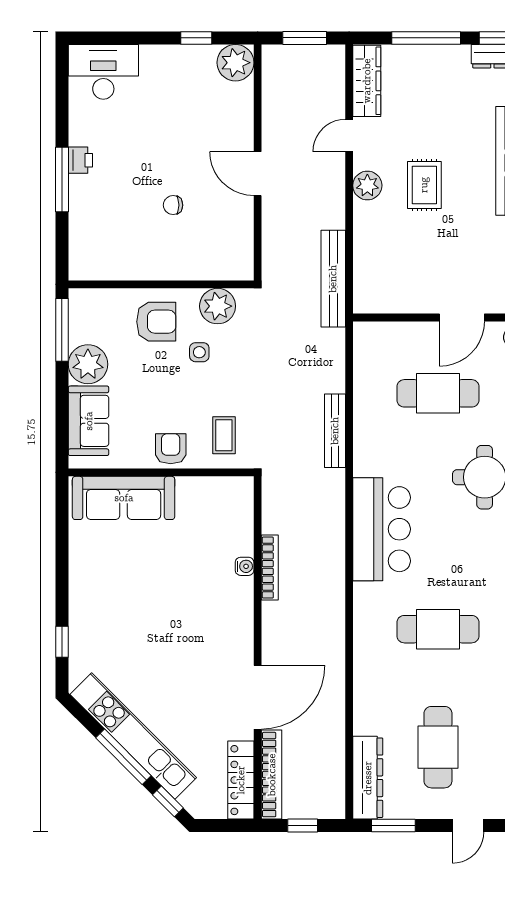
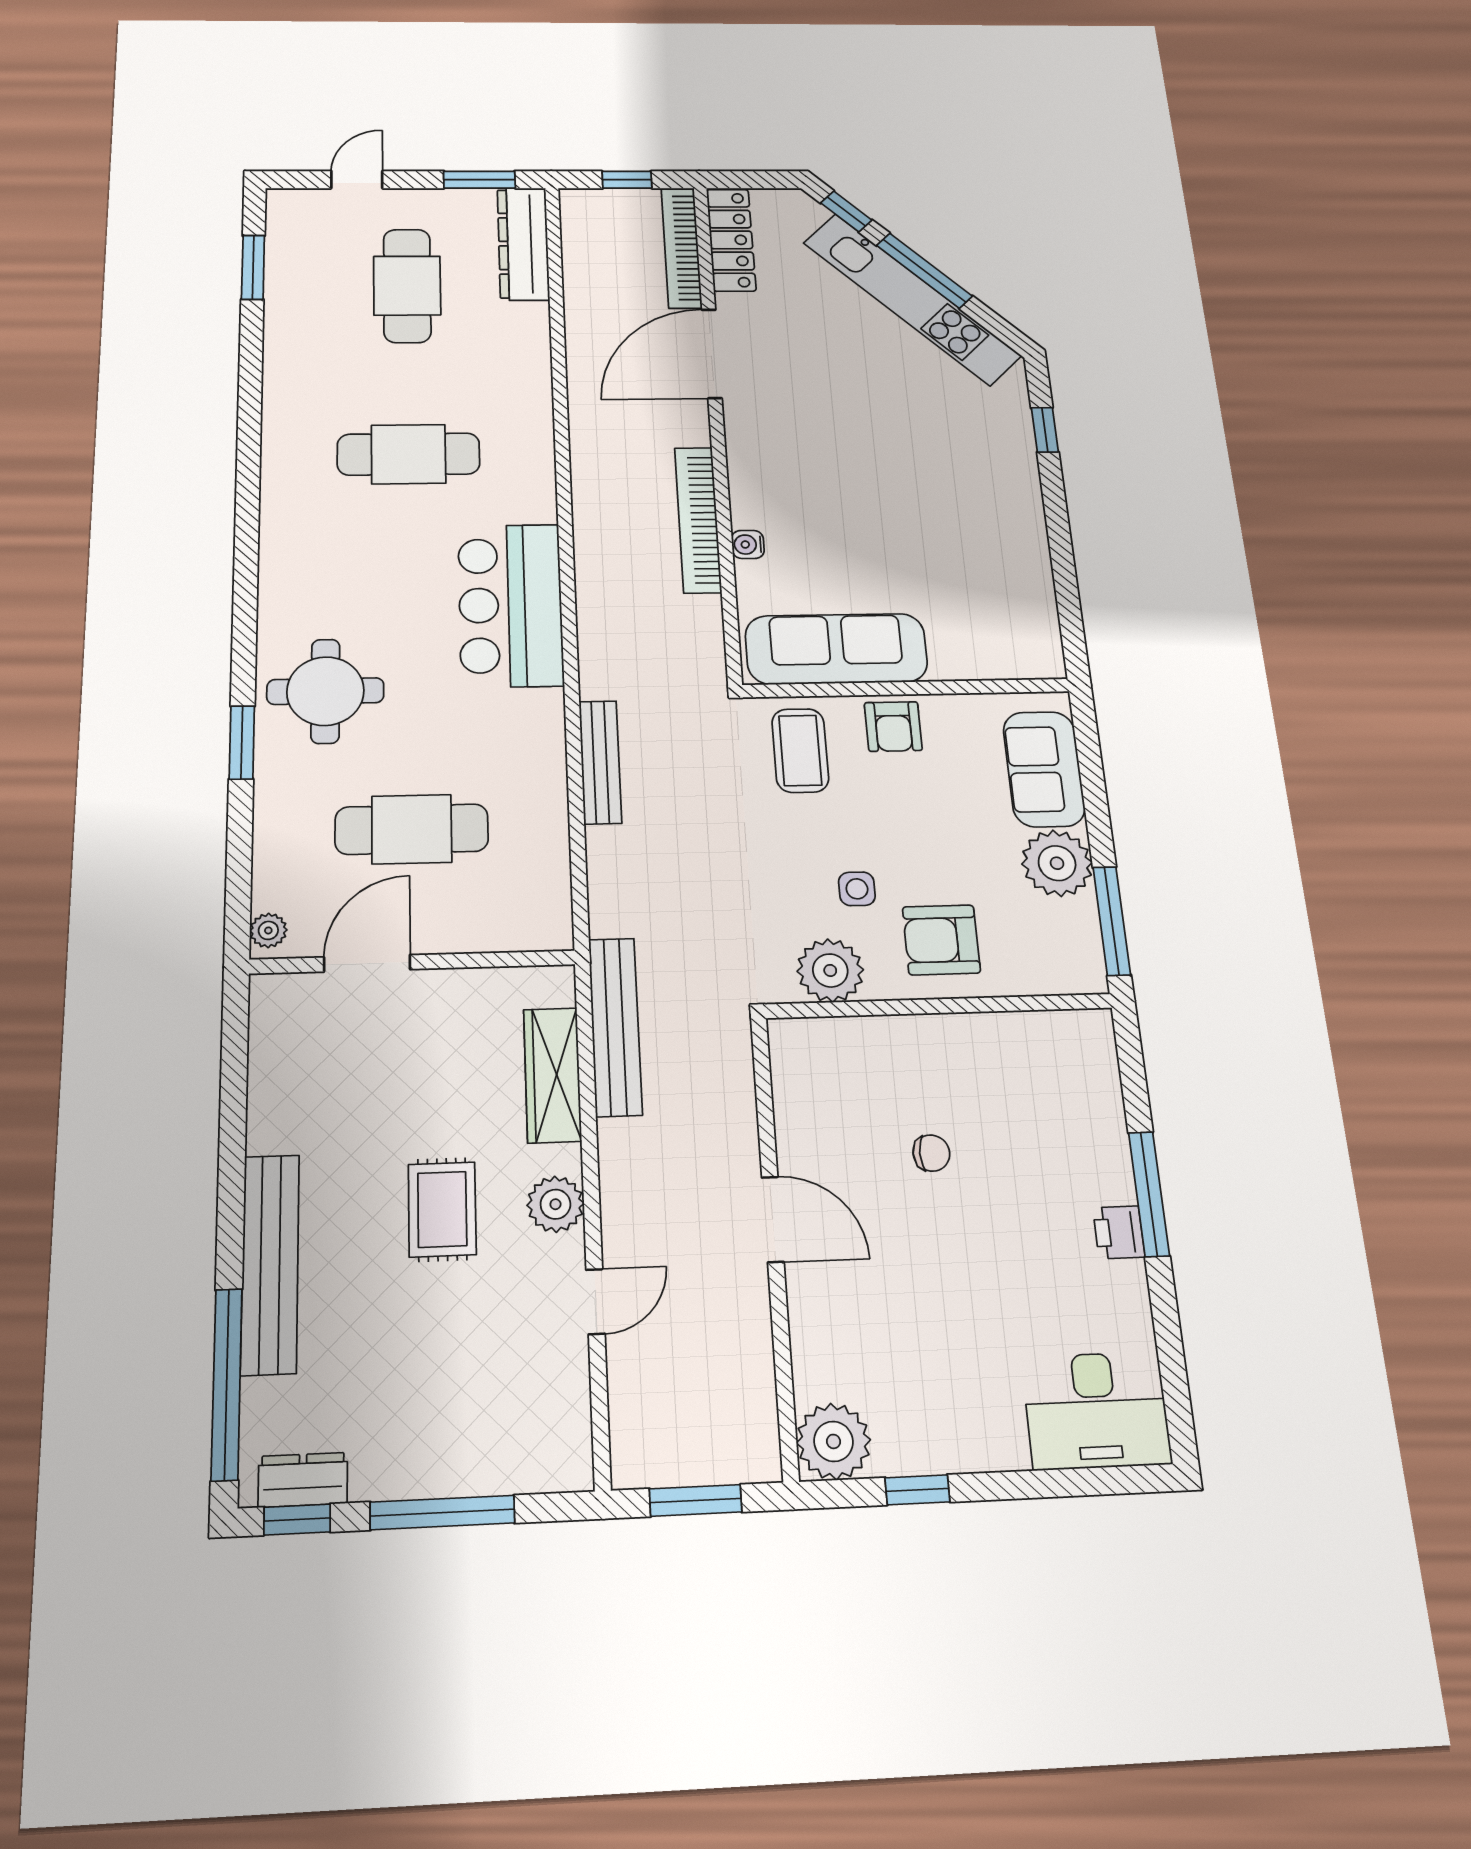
wardrobe: (367, 81) -> (552, 1075), moved
coffee table: (224, 435) -> (800, 750), width x1.36, depth x1.30
sofa: (124, 498) -> (836, 649), moved
bookcase: (270, 568) -> (698, 520), width x1.48, depth x1.31

